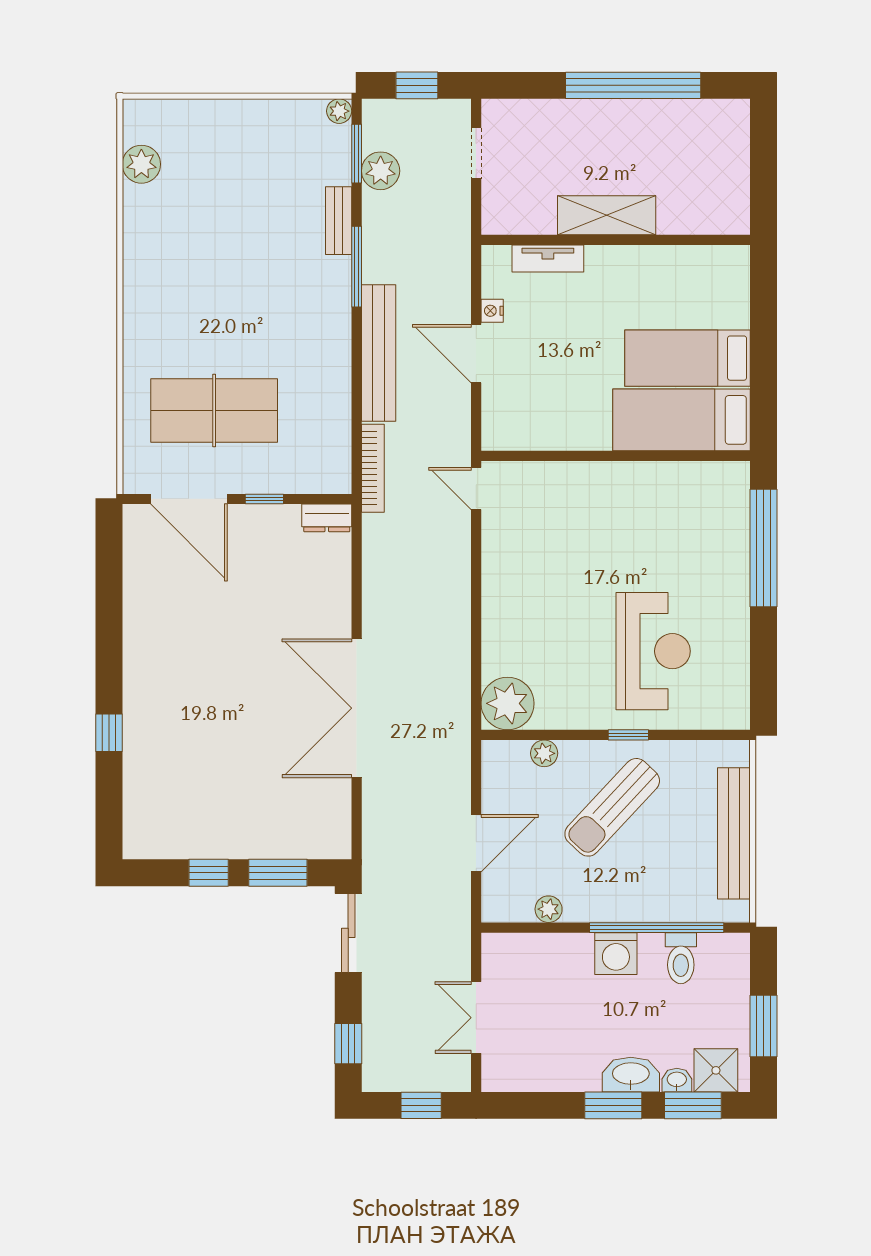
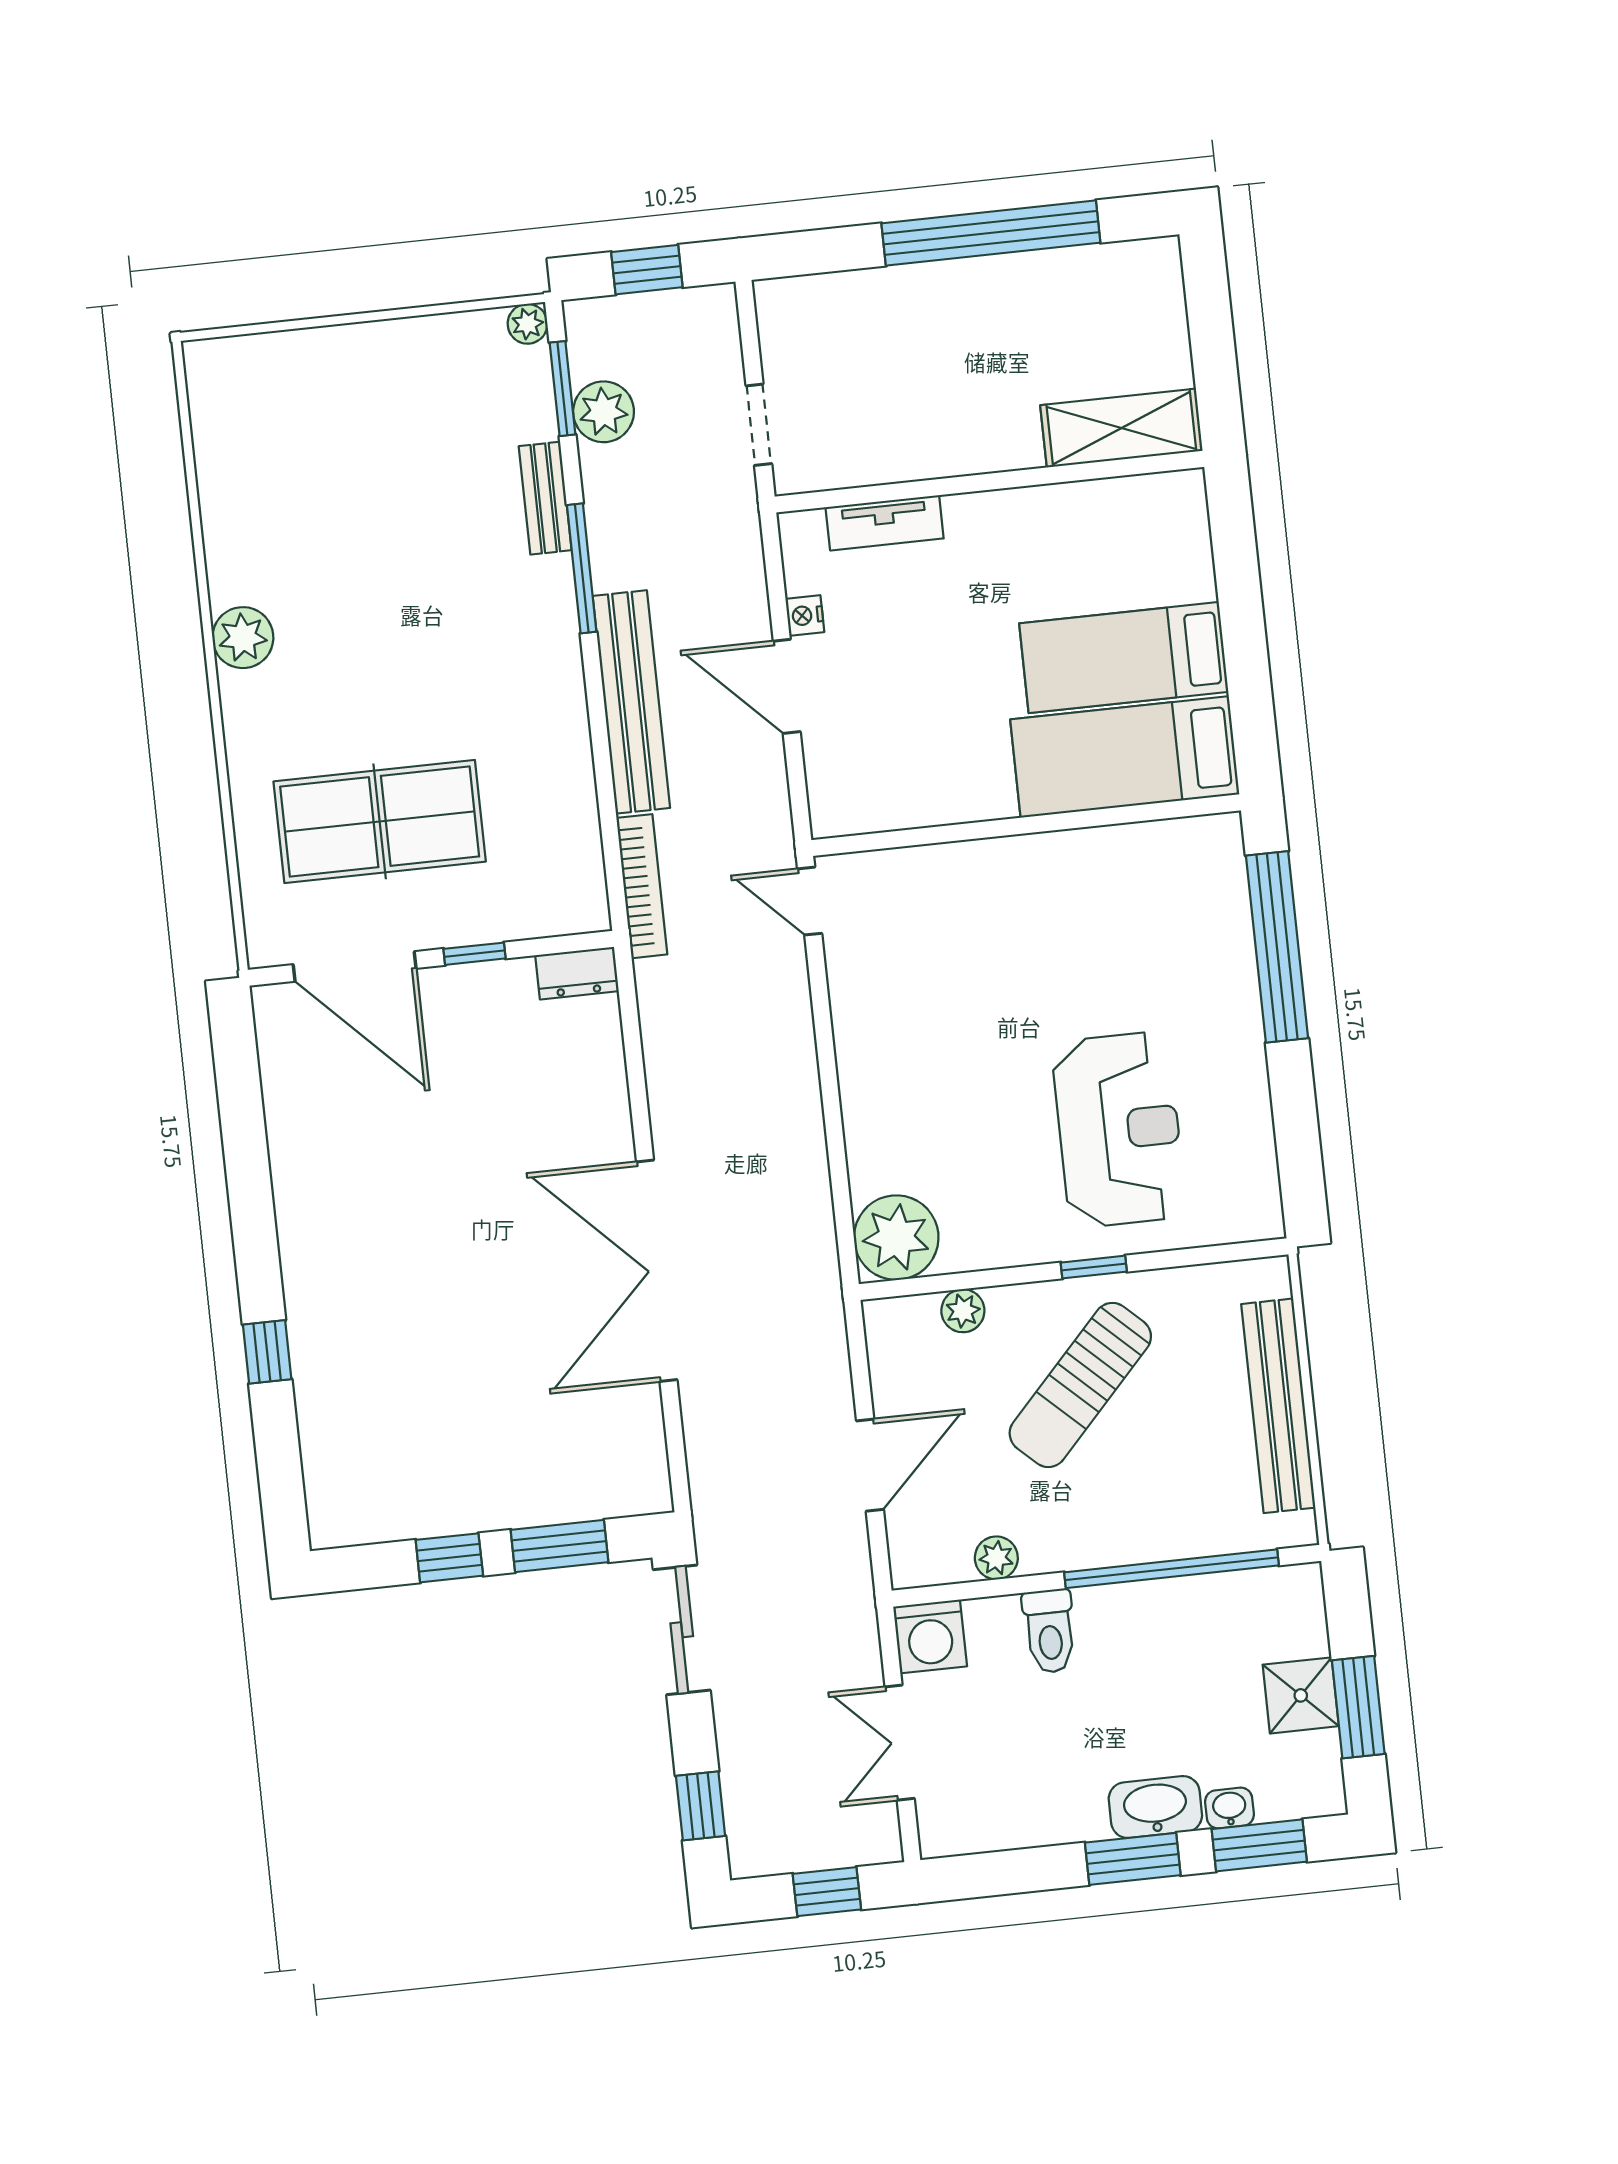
doorway: (476, 153) -> (759, 425), moved
plant: (141, 164) -> (243, 638), moved
shelving: (607, 215) -> (1121, 428), moved
washing machine: (616, 954) -> (930, 1636), moved
toilet: (681, 958) -> (1050, 1631), moved
shower: (716, 1070) -> (1301, 1695), moved

